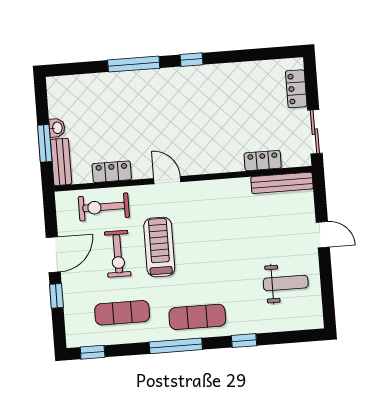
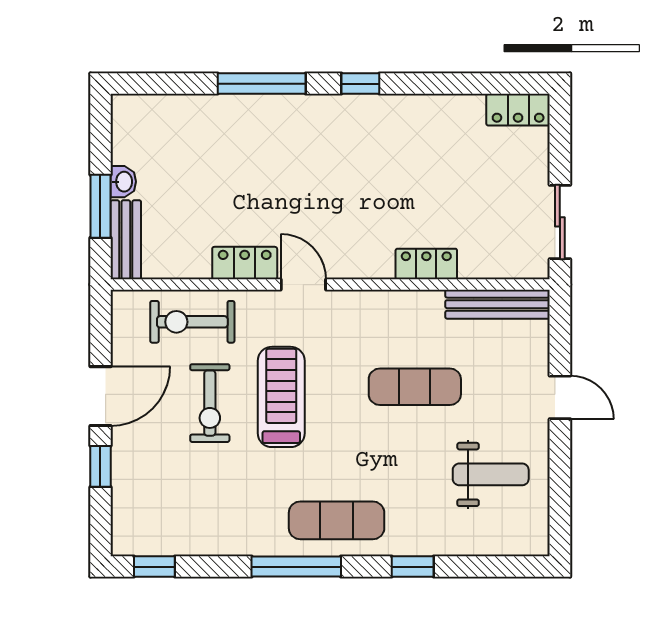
locker: (296, 89) -> (518, 110), moved, turned -90
locker: (263, 161) -> (426, 264), moved
locker: (112, 172) -> (245, 263), moved
exercise mat: (122, 313) -> (415, 387), moved

